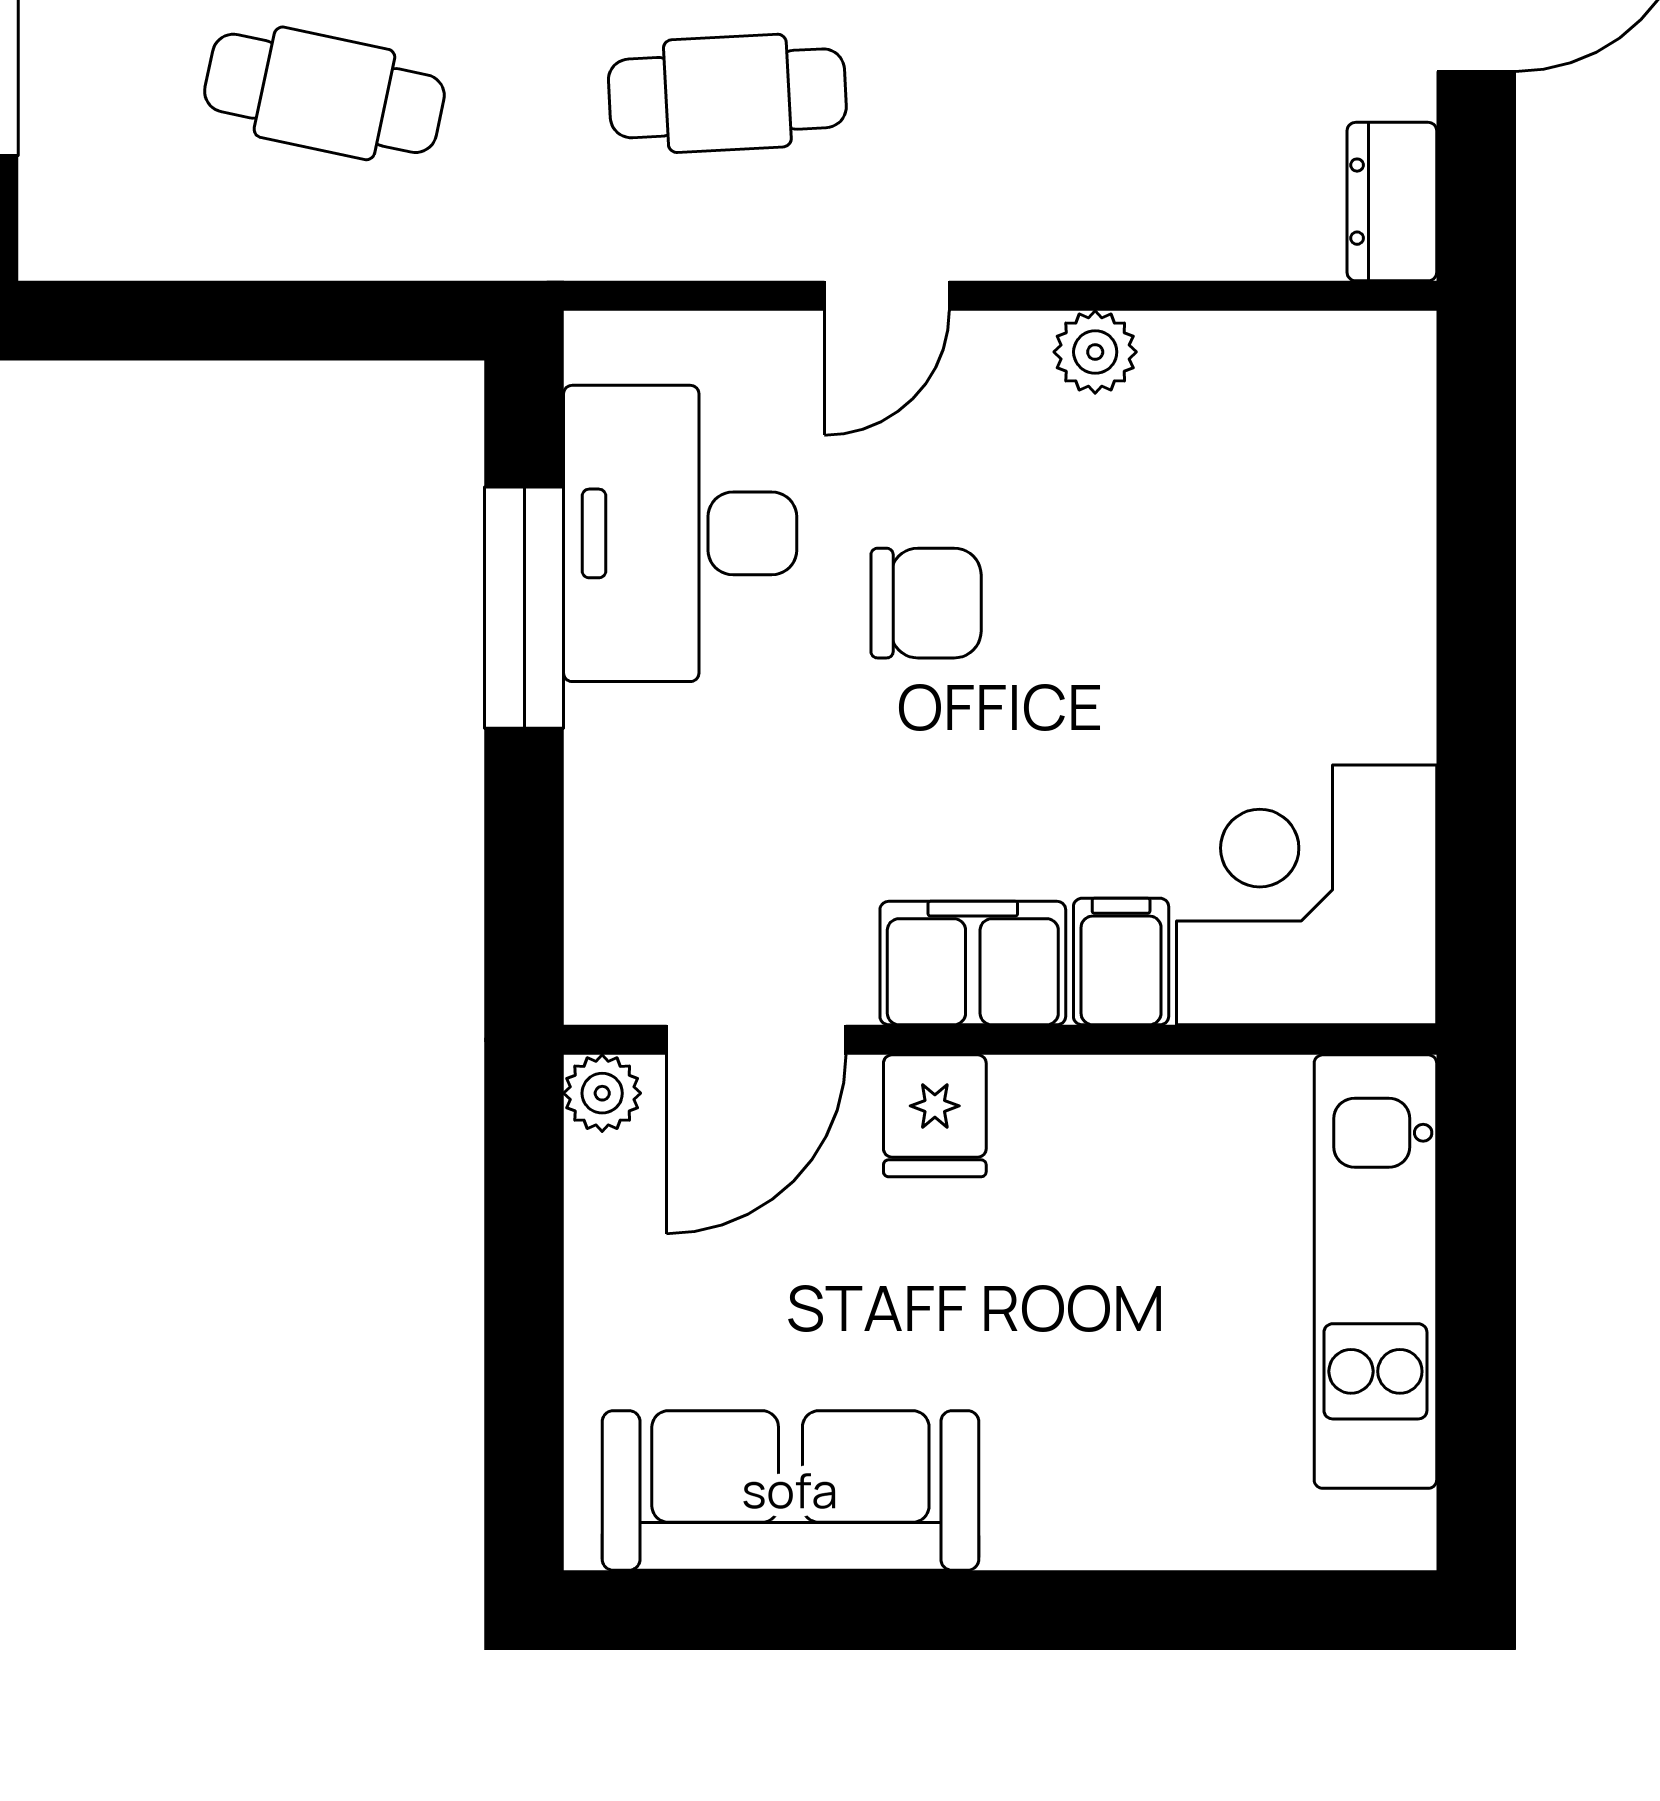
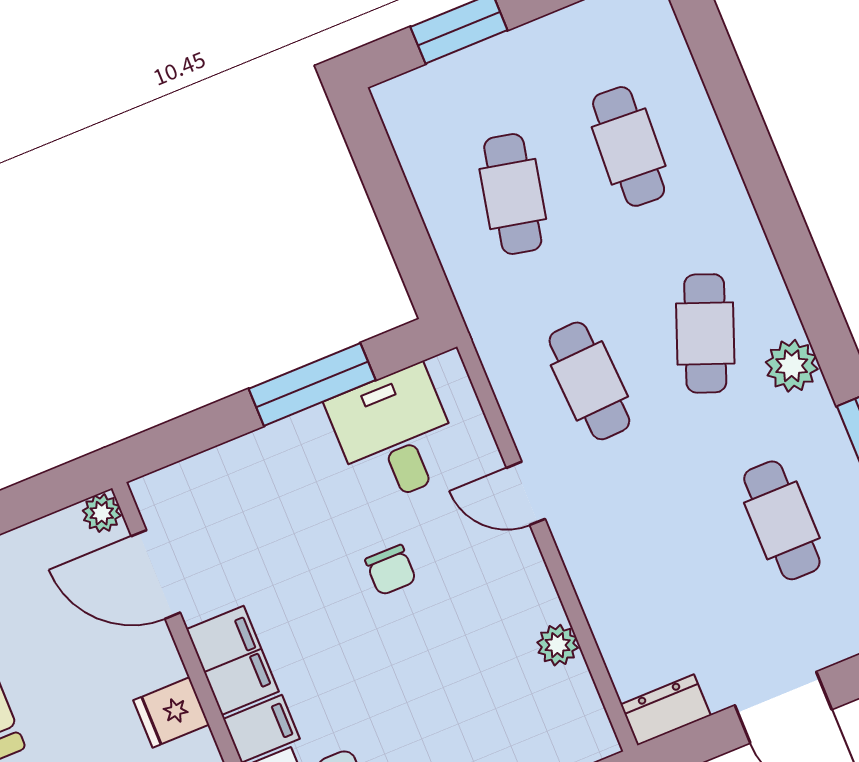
plant: (1095, 352) -> (558, 645), moved
desk: (680, 533) -> (395, 435), width x0.73
chair: (926, 603) -> (391, 570), width x0.73, depth x0.73
fridge: (935, 1116) -> (171, 712), moved

